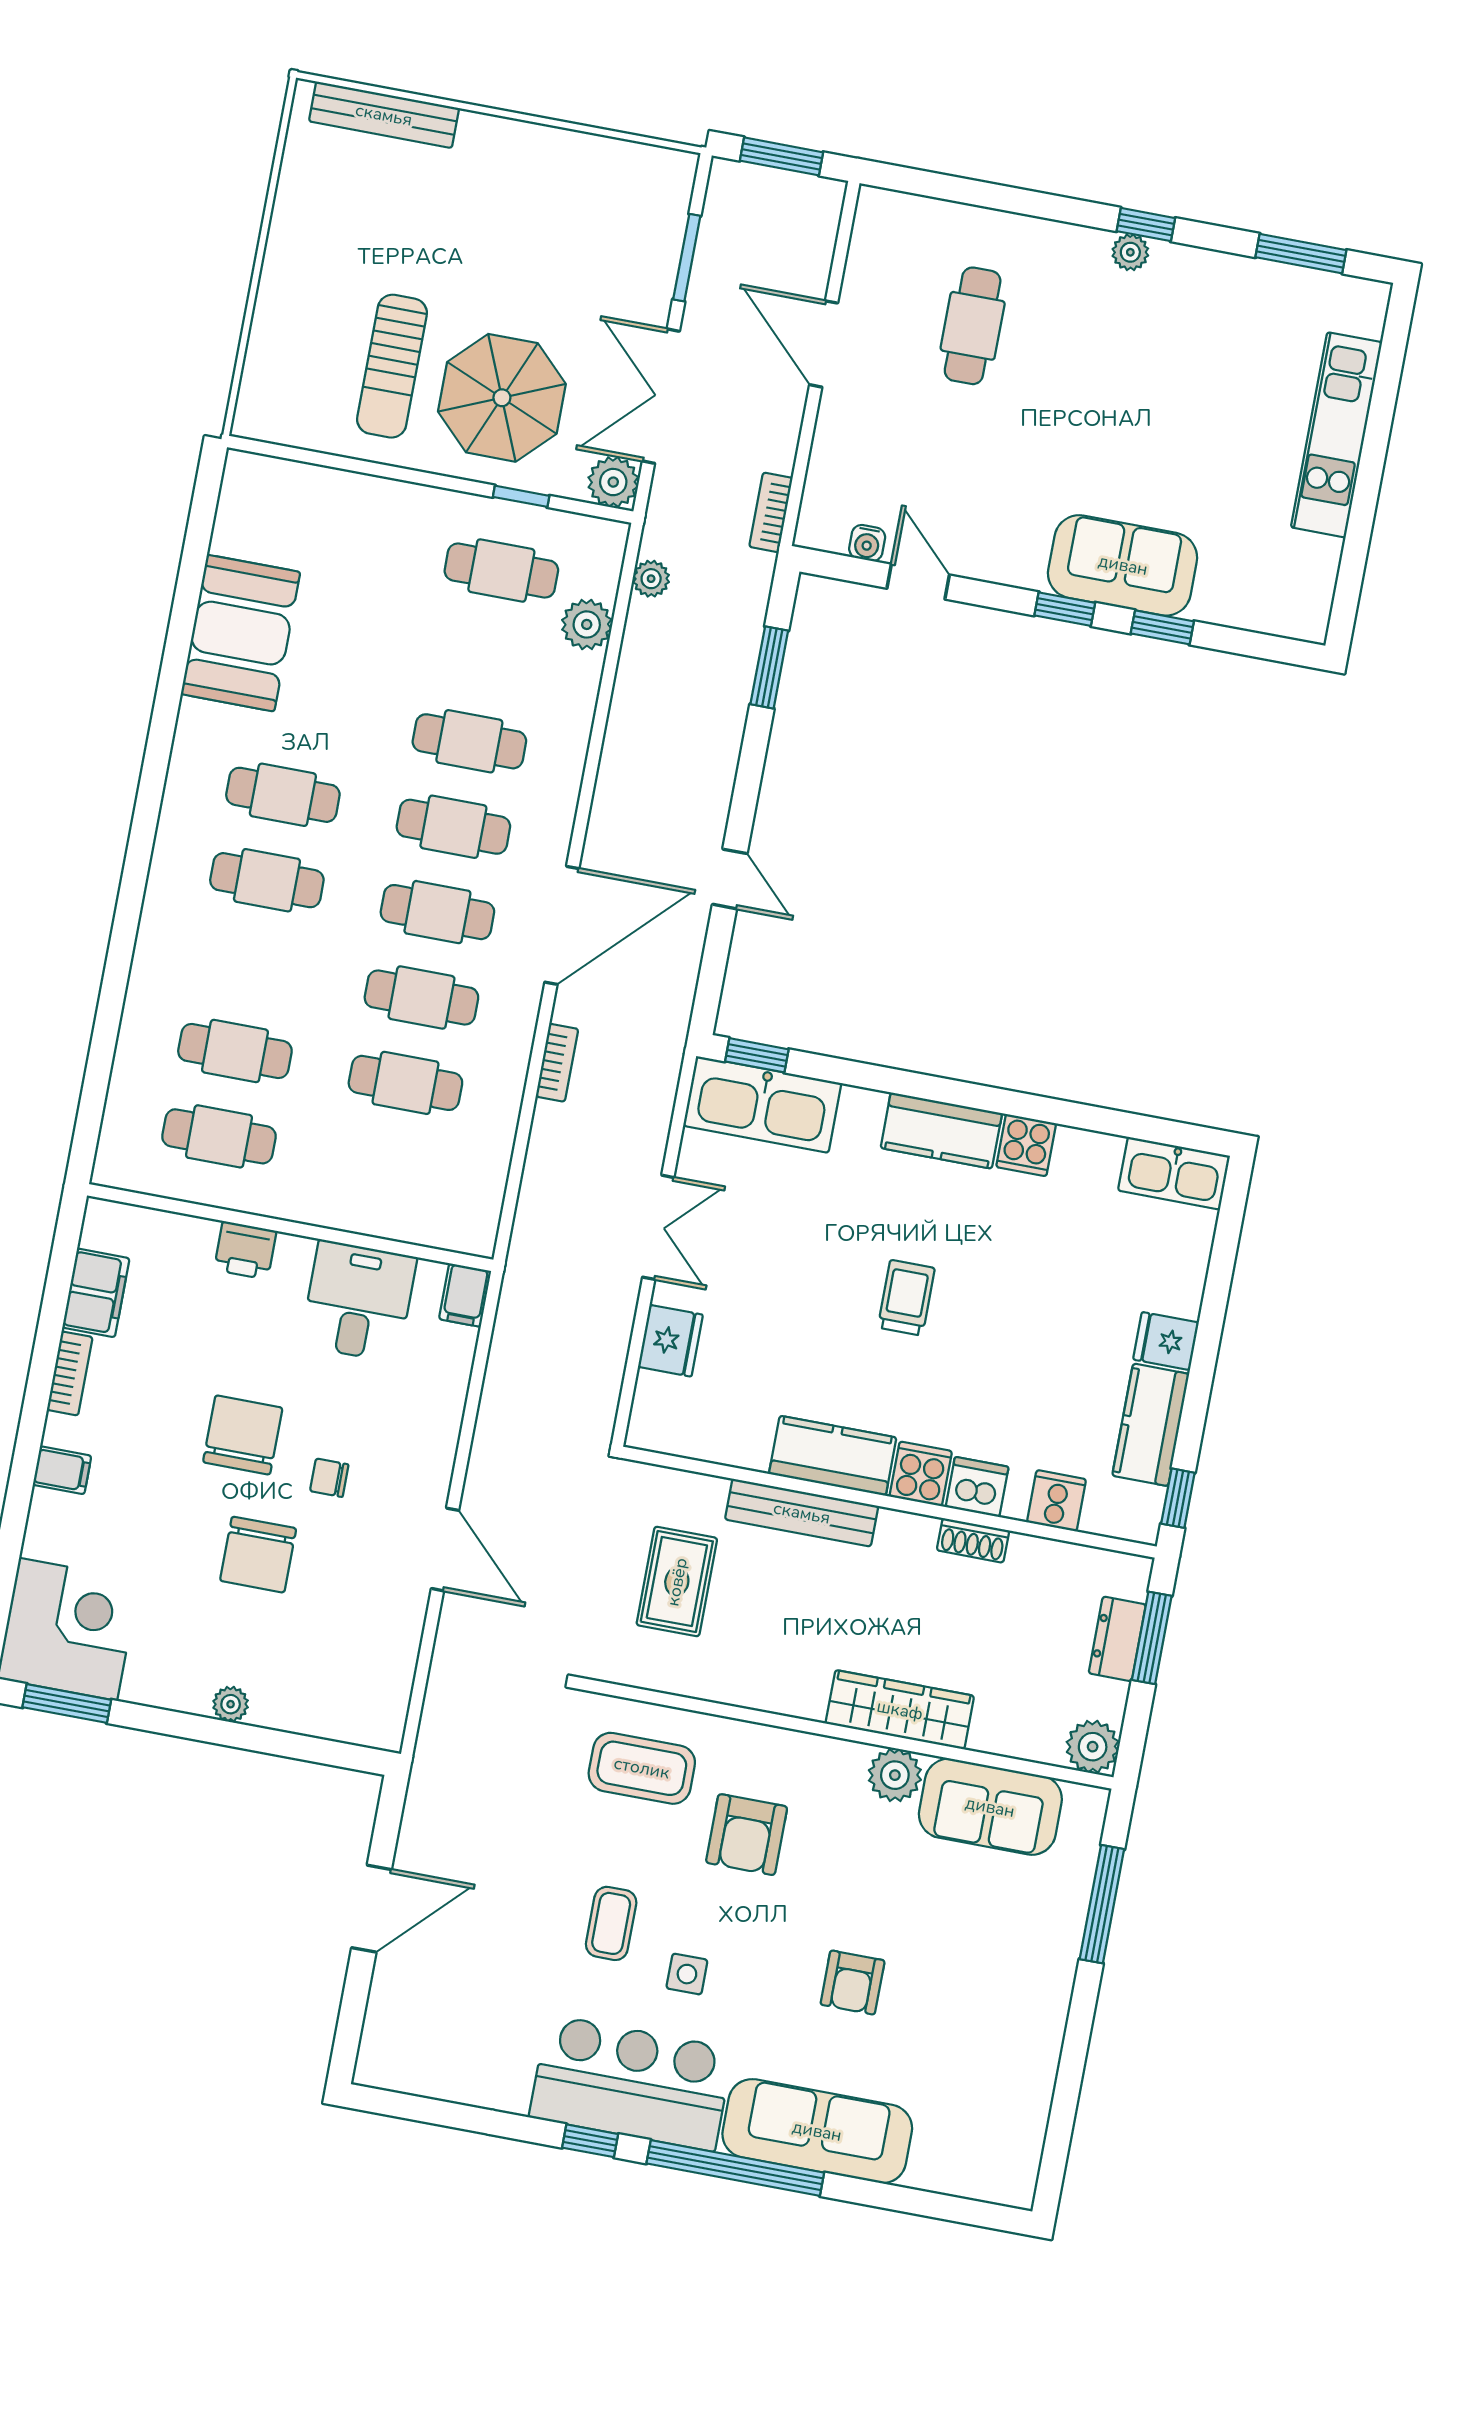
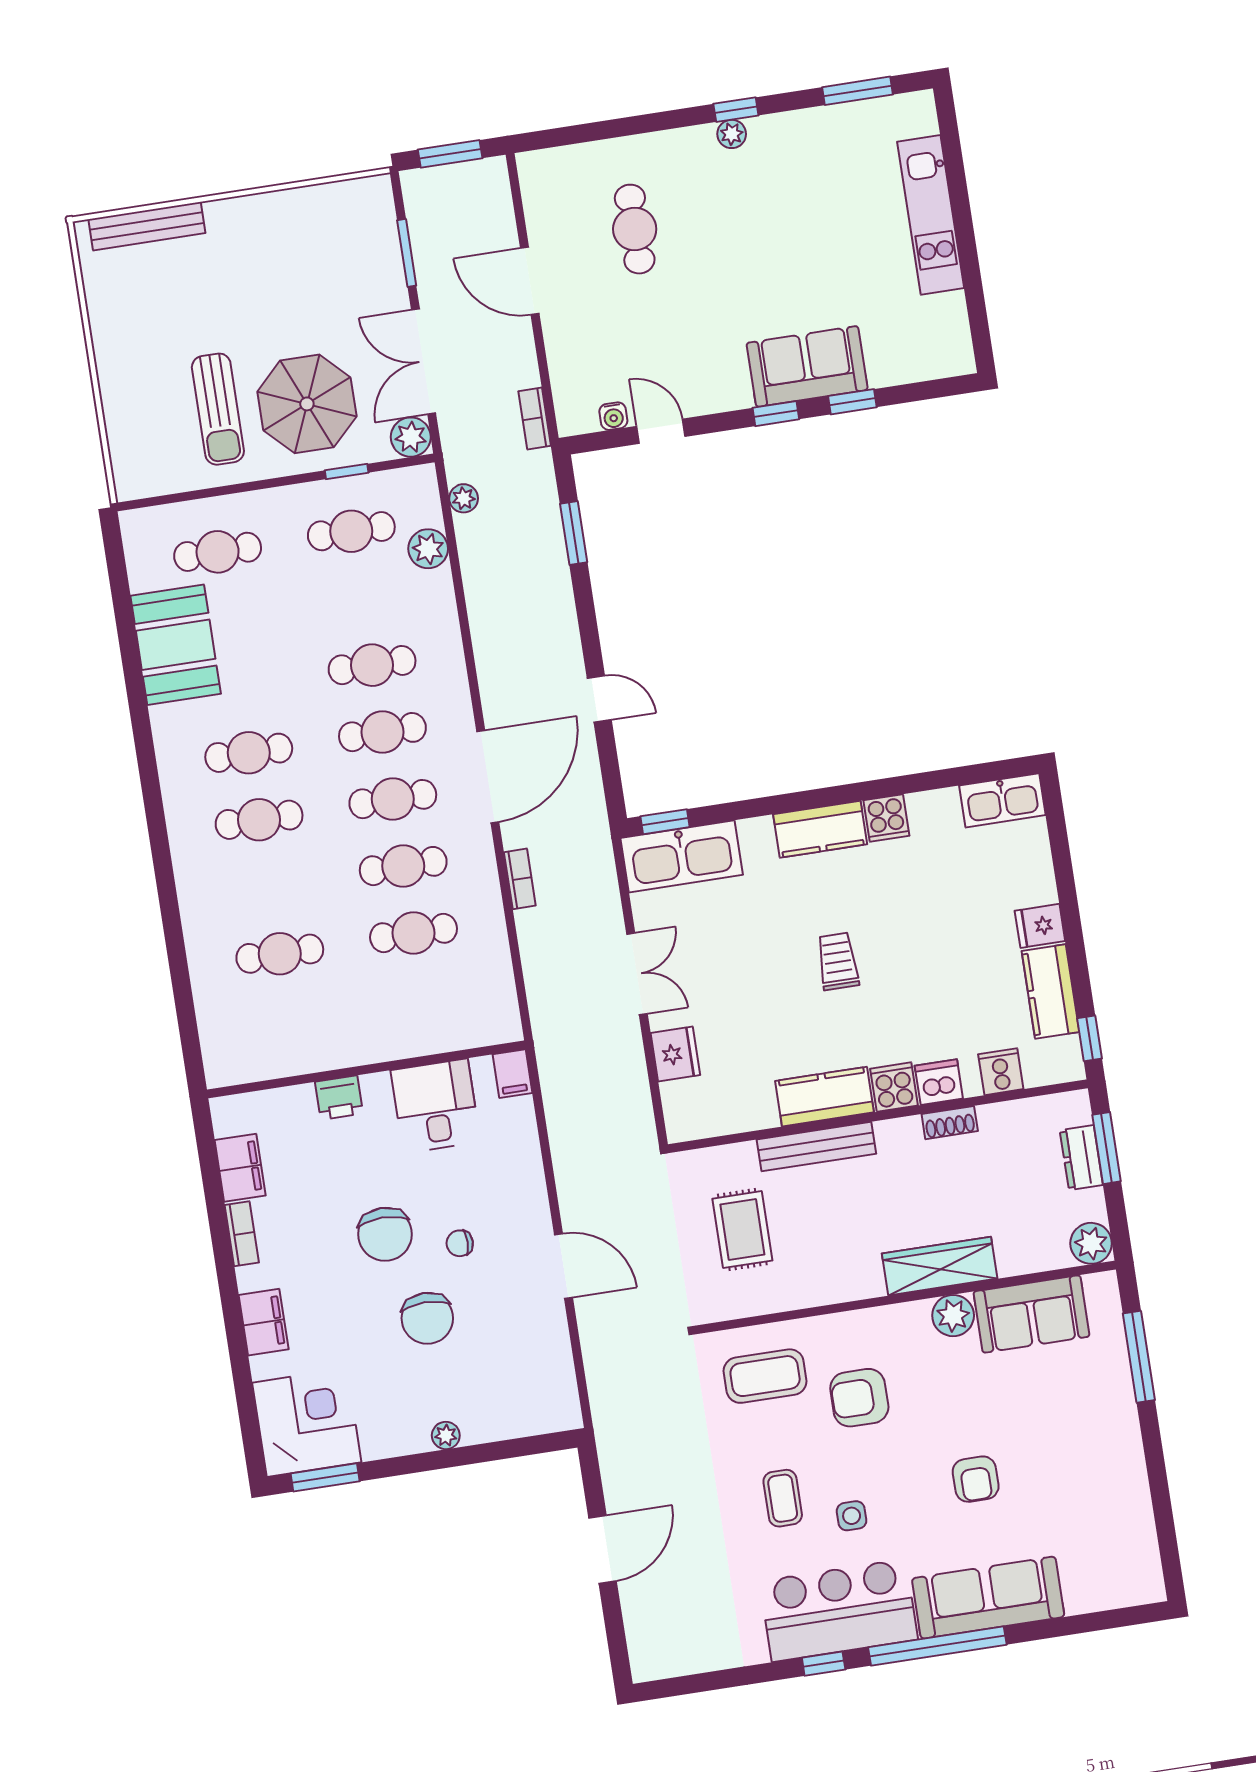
cafe table: (219, 1136) -> (218, 552), moved
chair: (243, 1435) -> (385, 1234), turned 180
filing cabinet: (62, 1470) -> (264, 1322), width x2.00
armchair: (747, 1835) -> (859, 1398), turned 90

